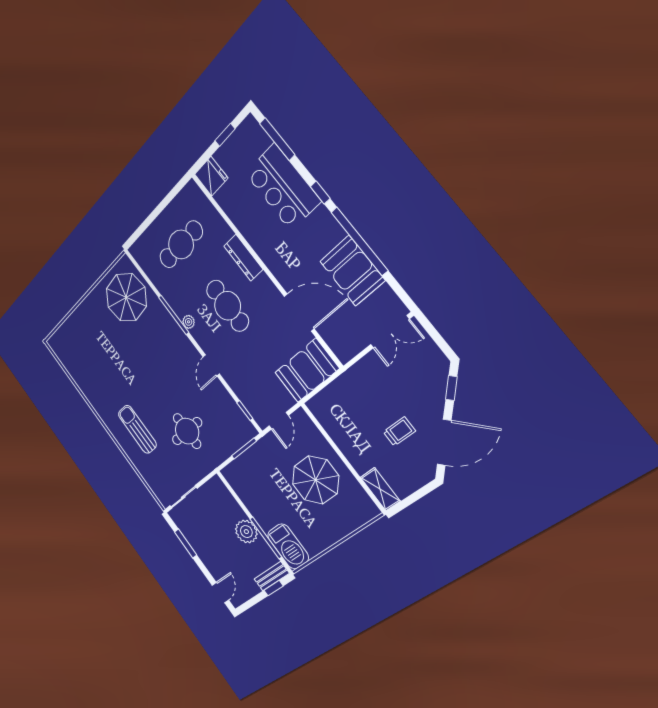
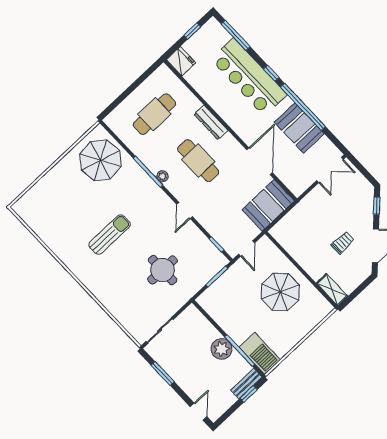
bar counter: (283, 187) -> (249, 77), width x1.36
door: (299, 312) -> (260, 161), hinge flipped
sun lounger: (137, 429) -> (110, 235), moved, turned 90

